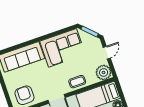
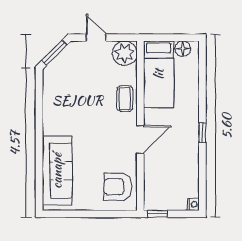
corner sofa: (63, 48) -> (65, 103), removed

